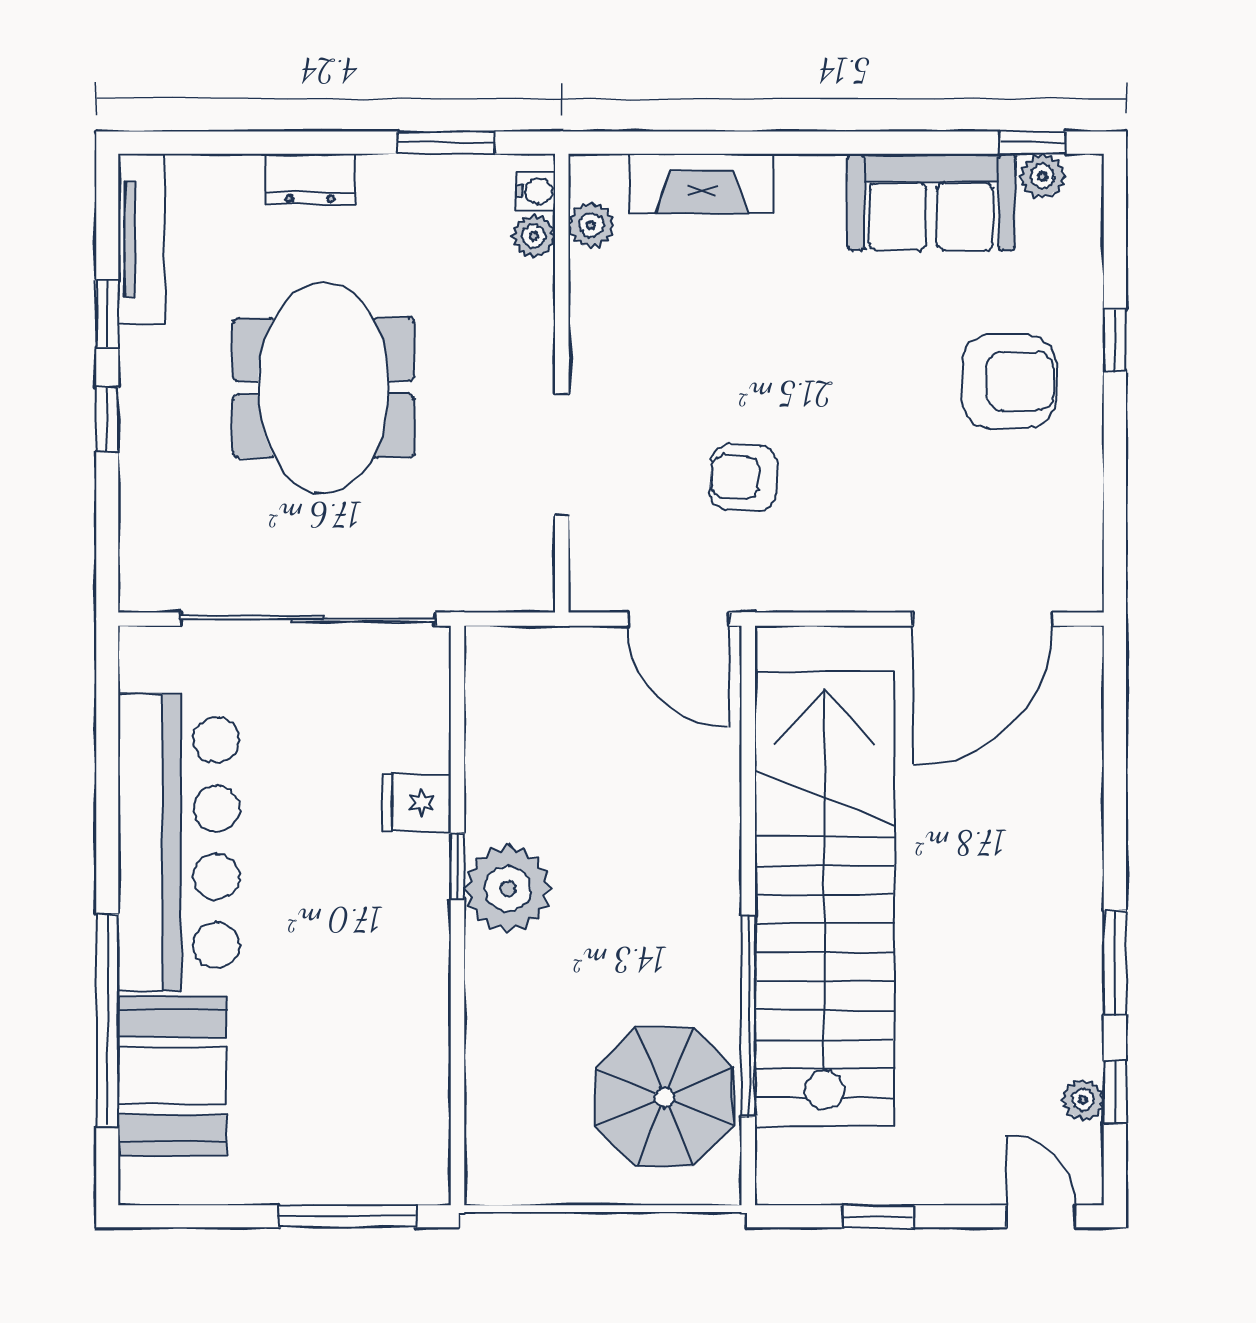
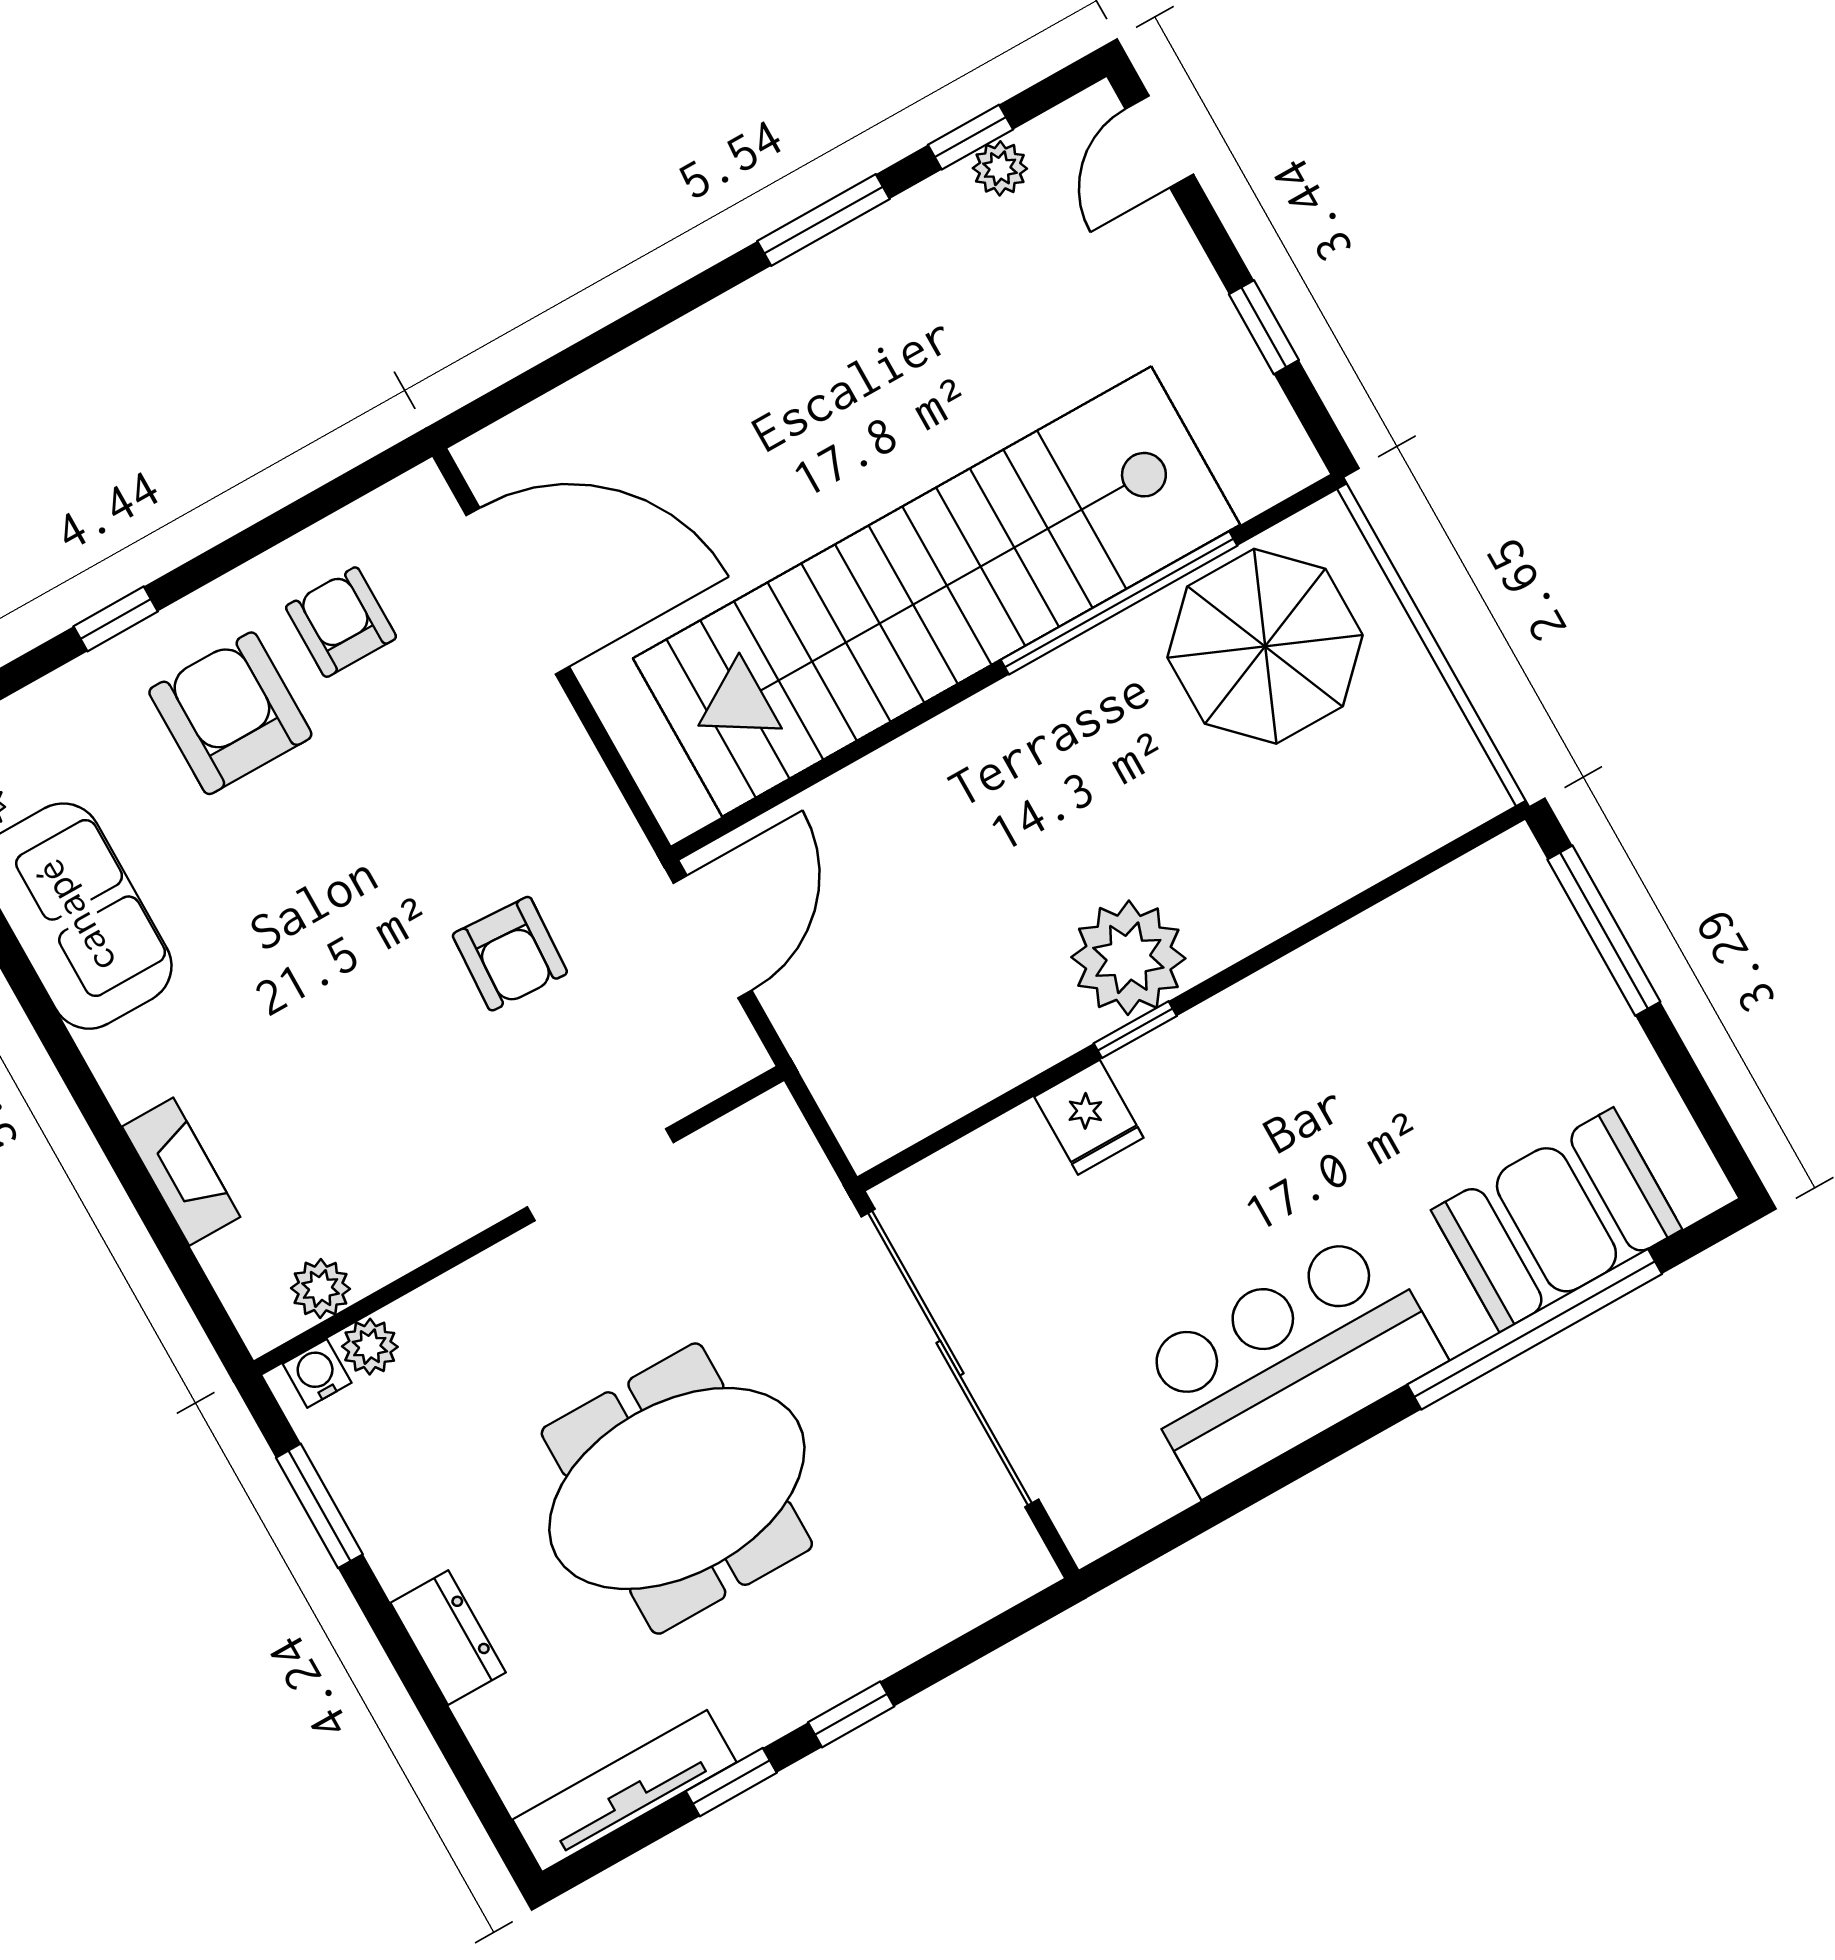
fireplace: (702, 183) -> (181, 1172), width x0.73, depth x0.76
armchair: (1028, 489) -> (341, 622), added
bar counter: (179, 843) -> (1287, 1362), width x0.73

